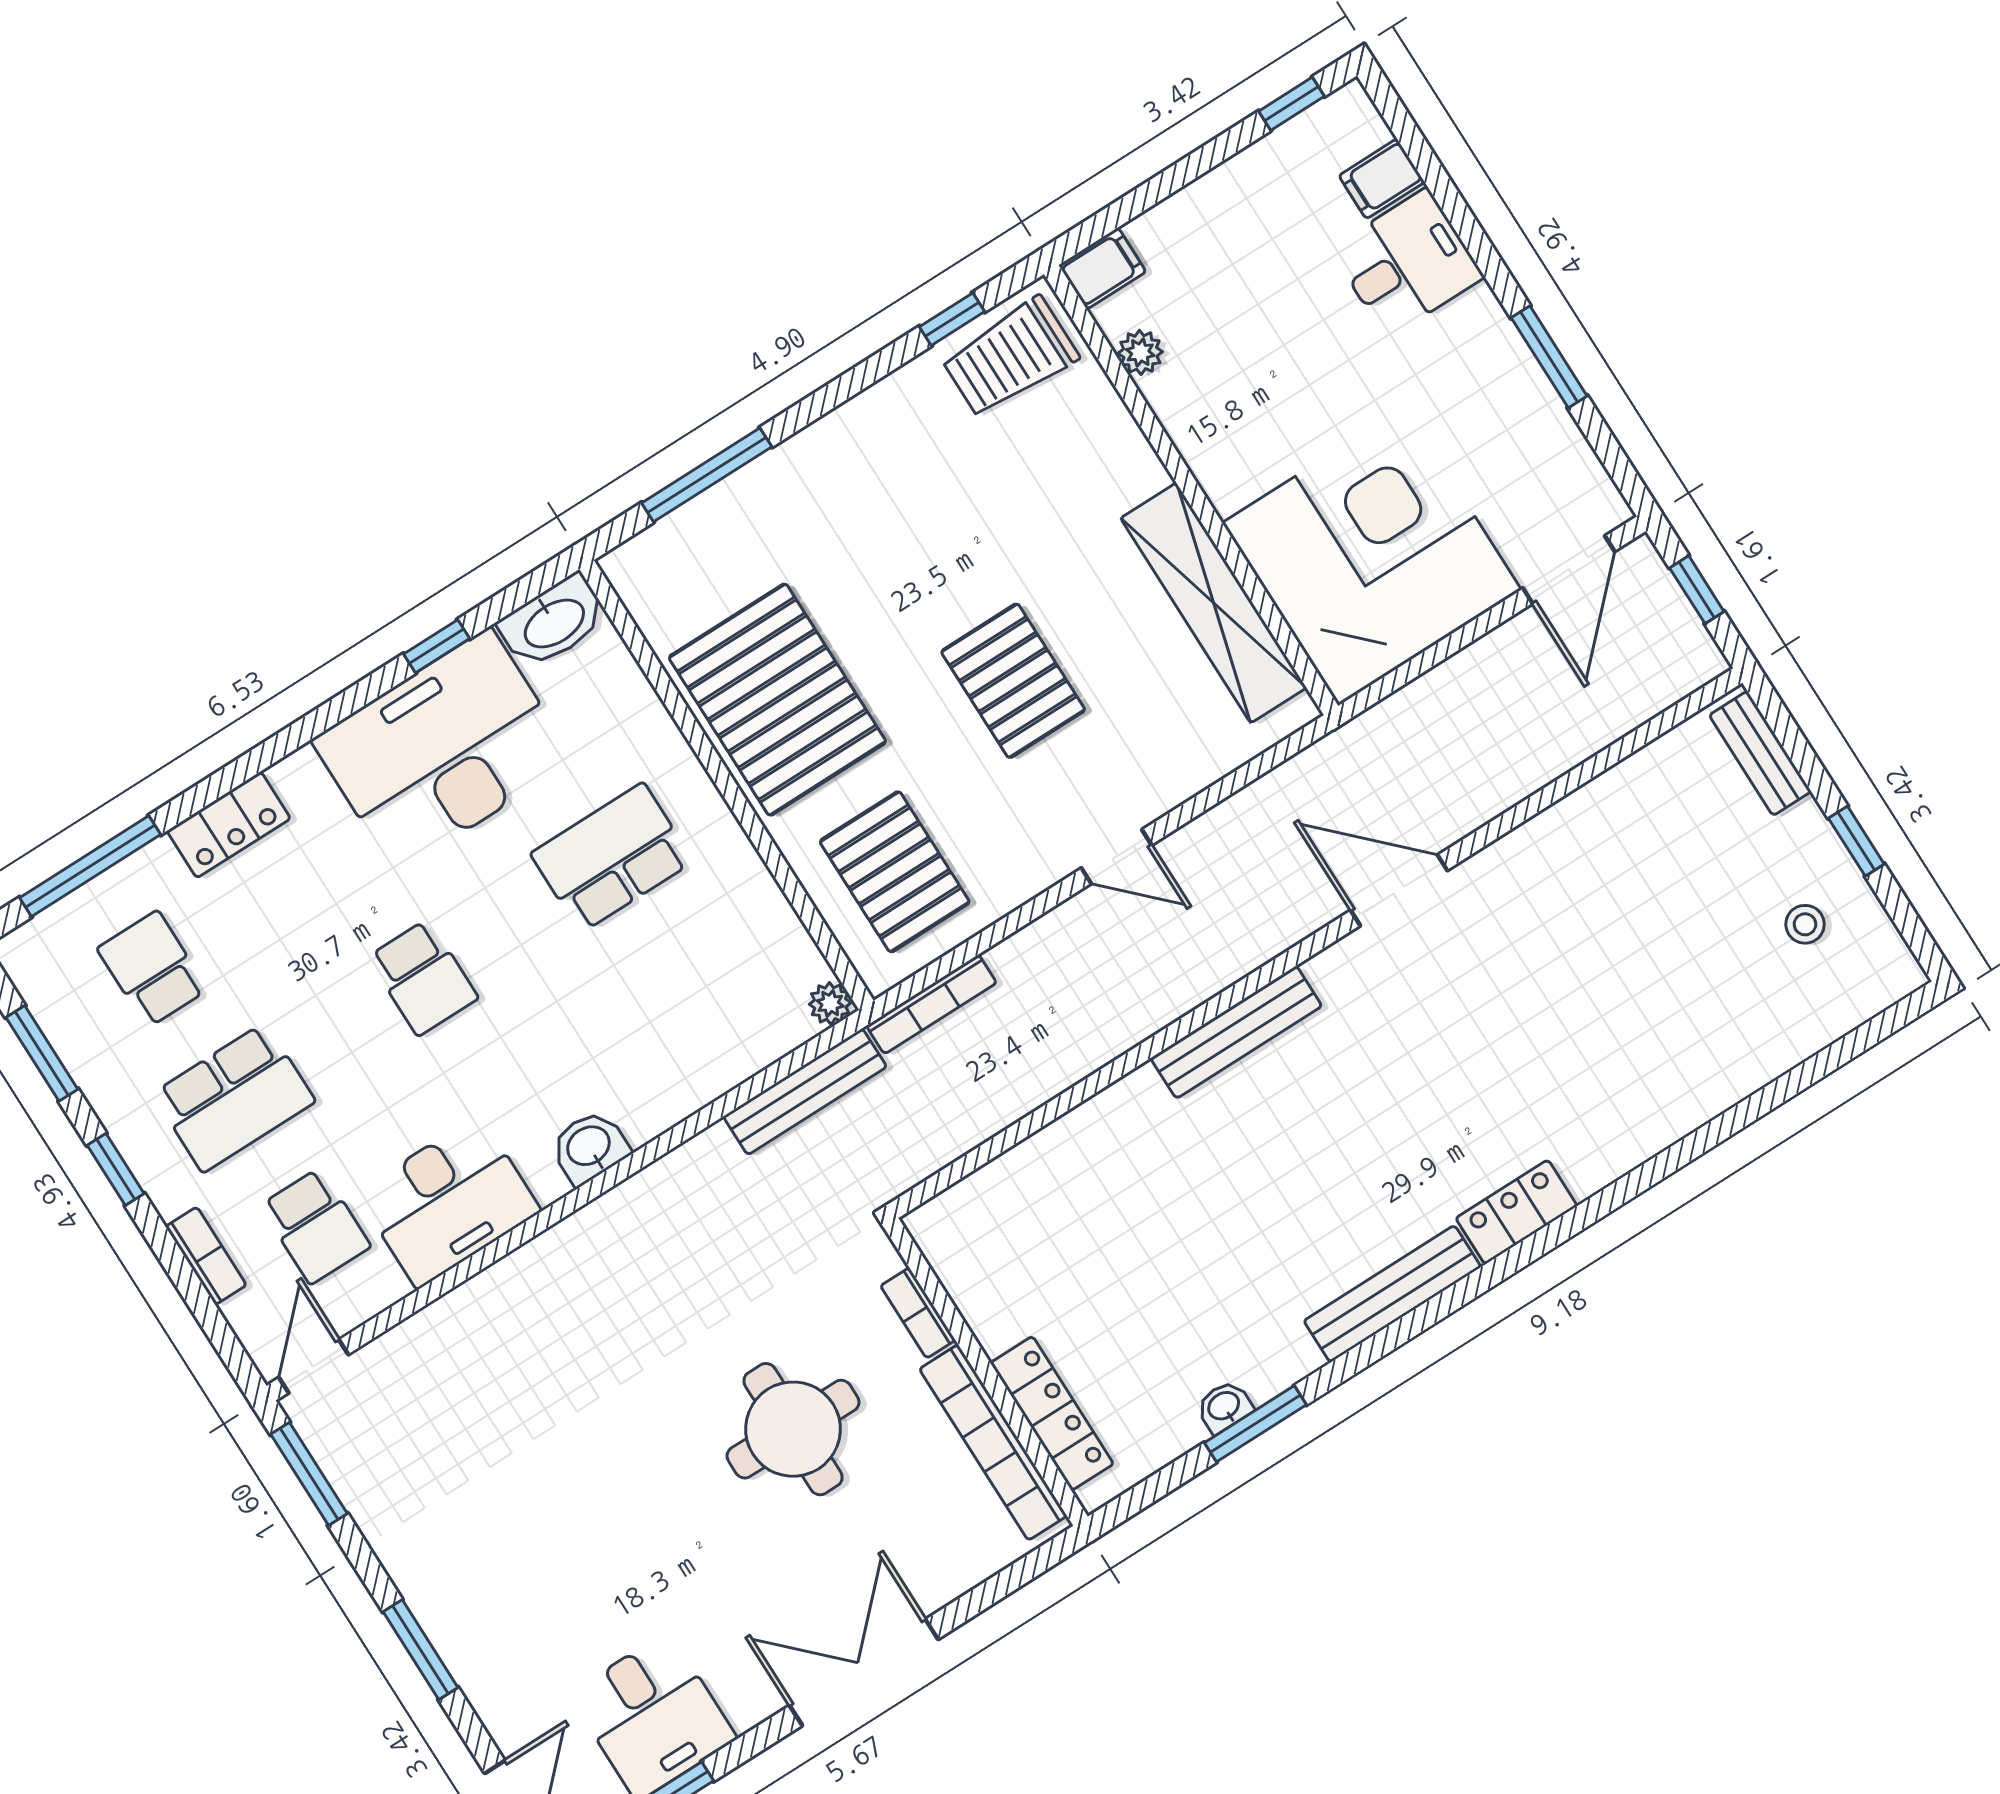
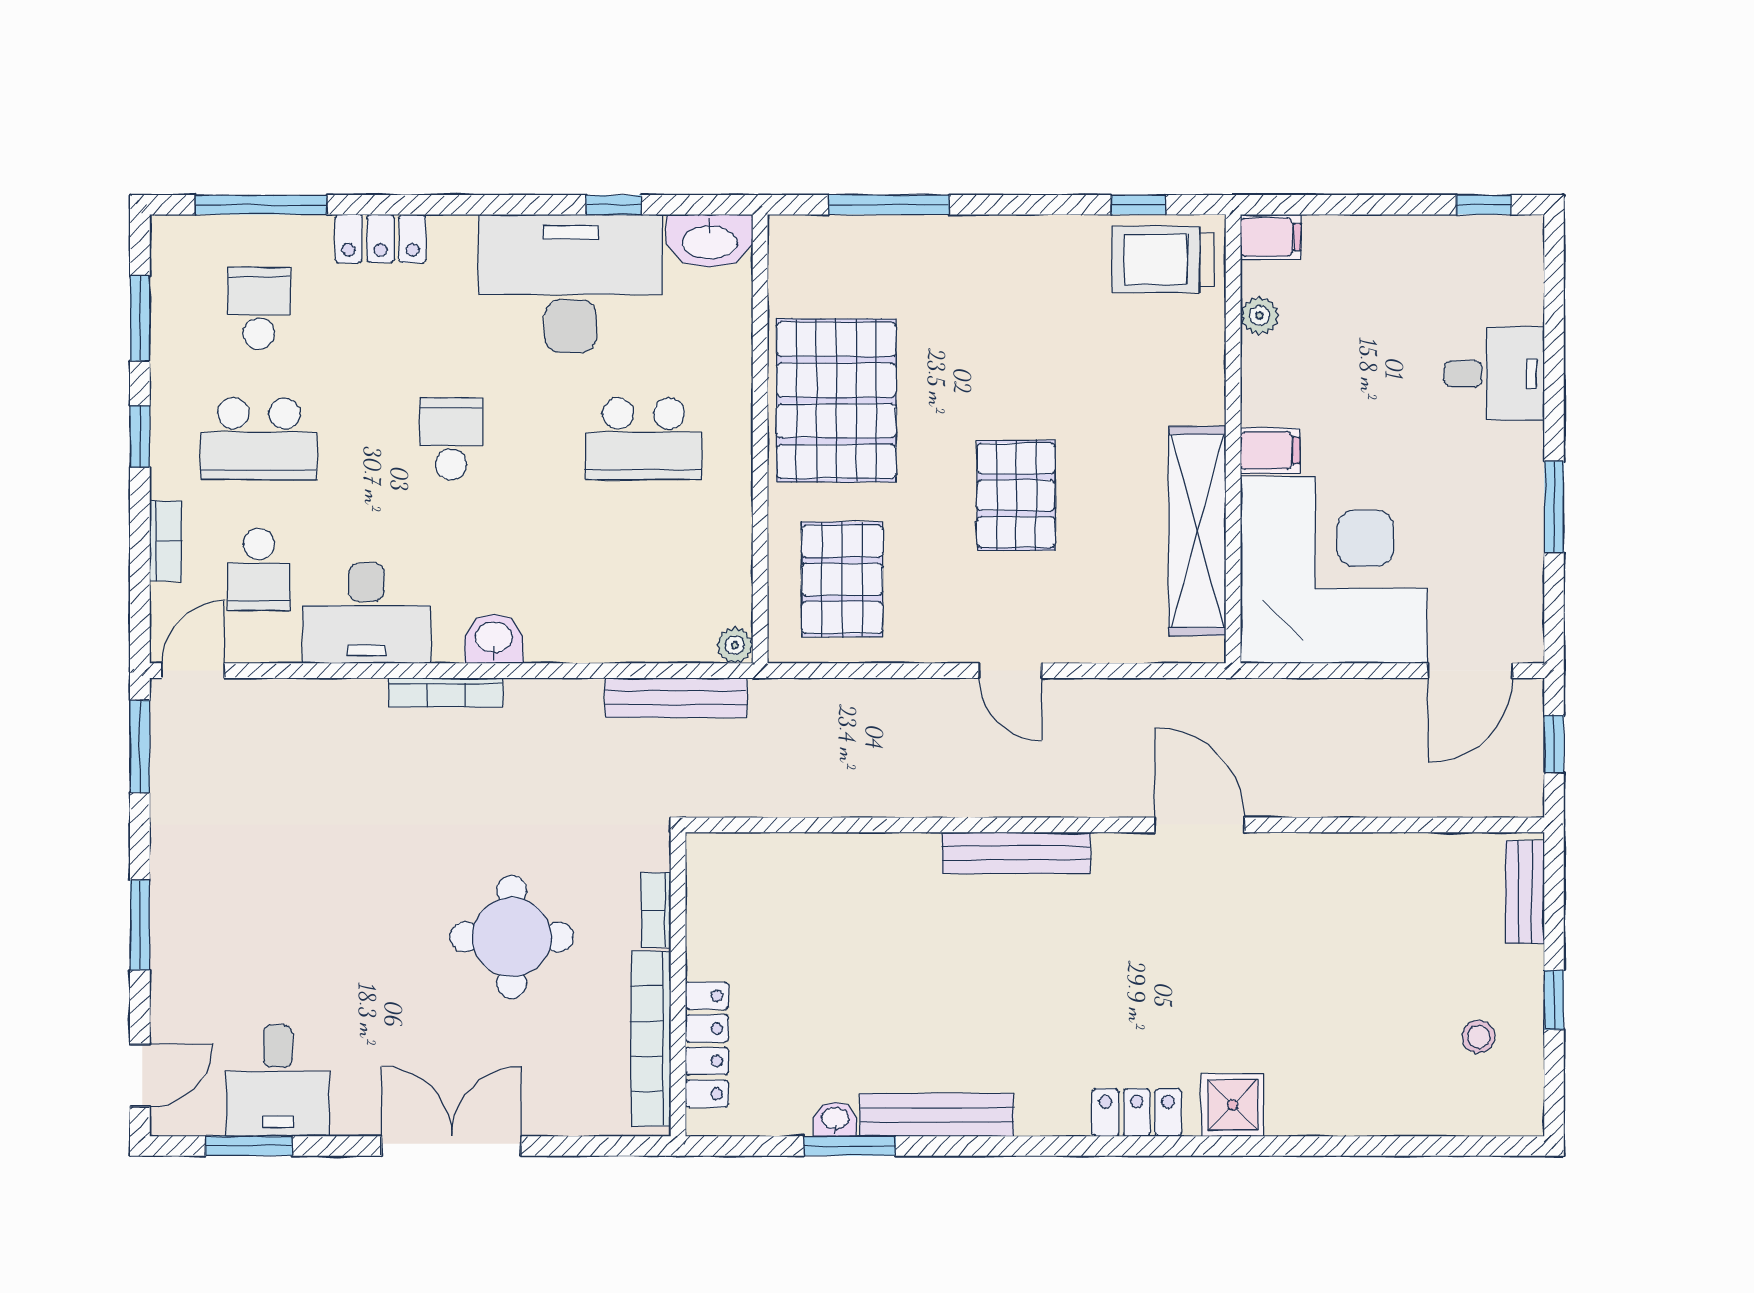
filing cabinet: (1382, 179) -> (1270, 451), moved, turned 180
school desk: (612, 858) -> (644, 439), turned 180
school desk: (423, 978) -> (451, 439), turned 180
bookcase: (931, 1004) -> (446, 692), moved
shower: (1606, 1145) -> (1233, 1105), added
bench: (1392, 1294) -> (937, 1115), moved

